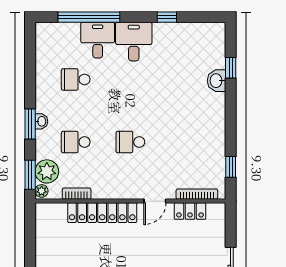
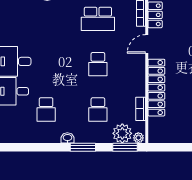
washbasin: (41, 121) -> (67, 138), moved
school desk: (185, 142) -> (98, 19), added
door: (155, 201) -> (147, 44), swing flipped

